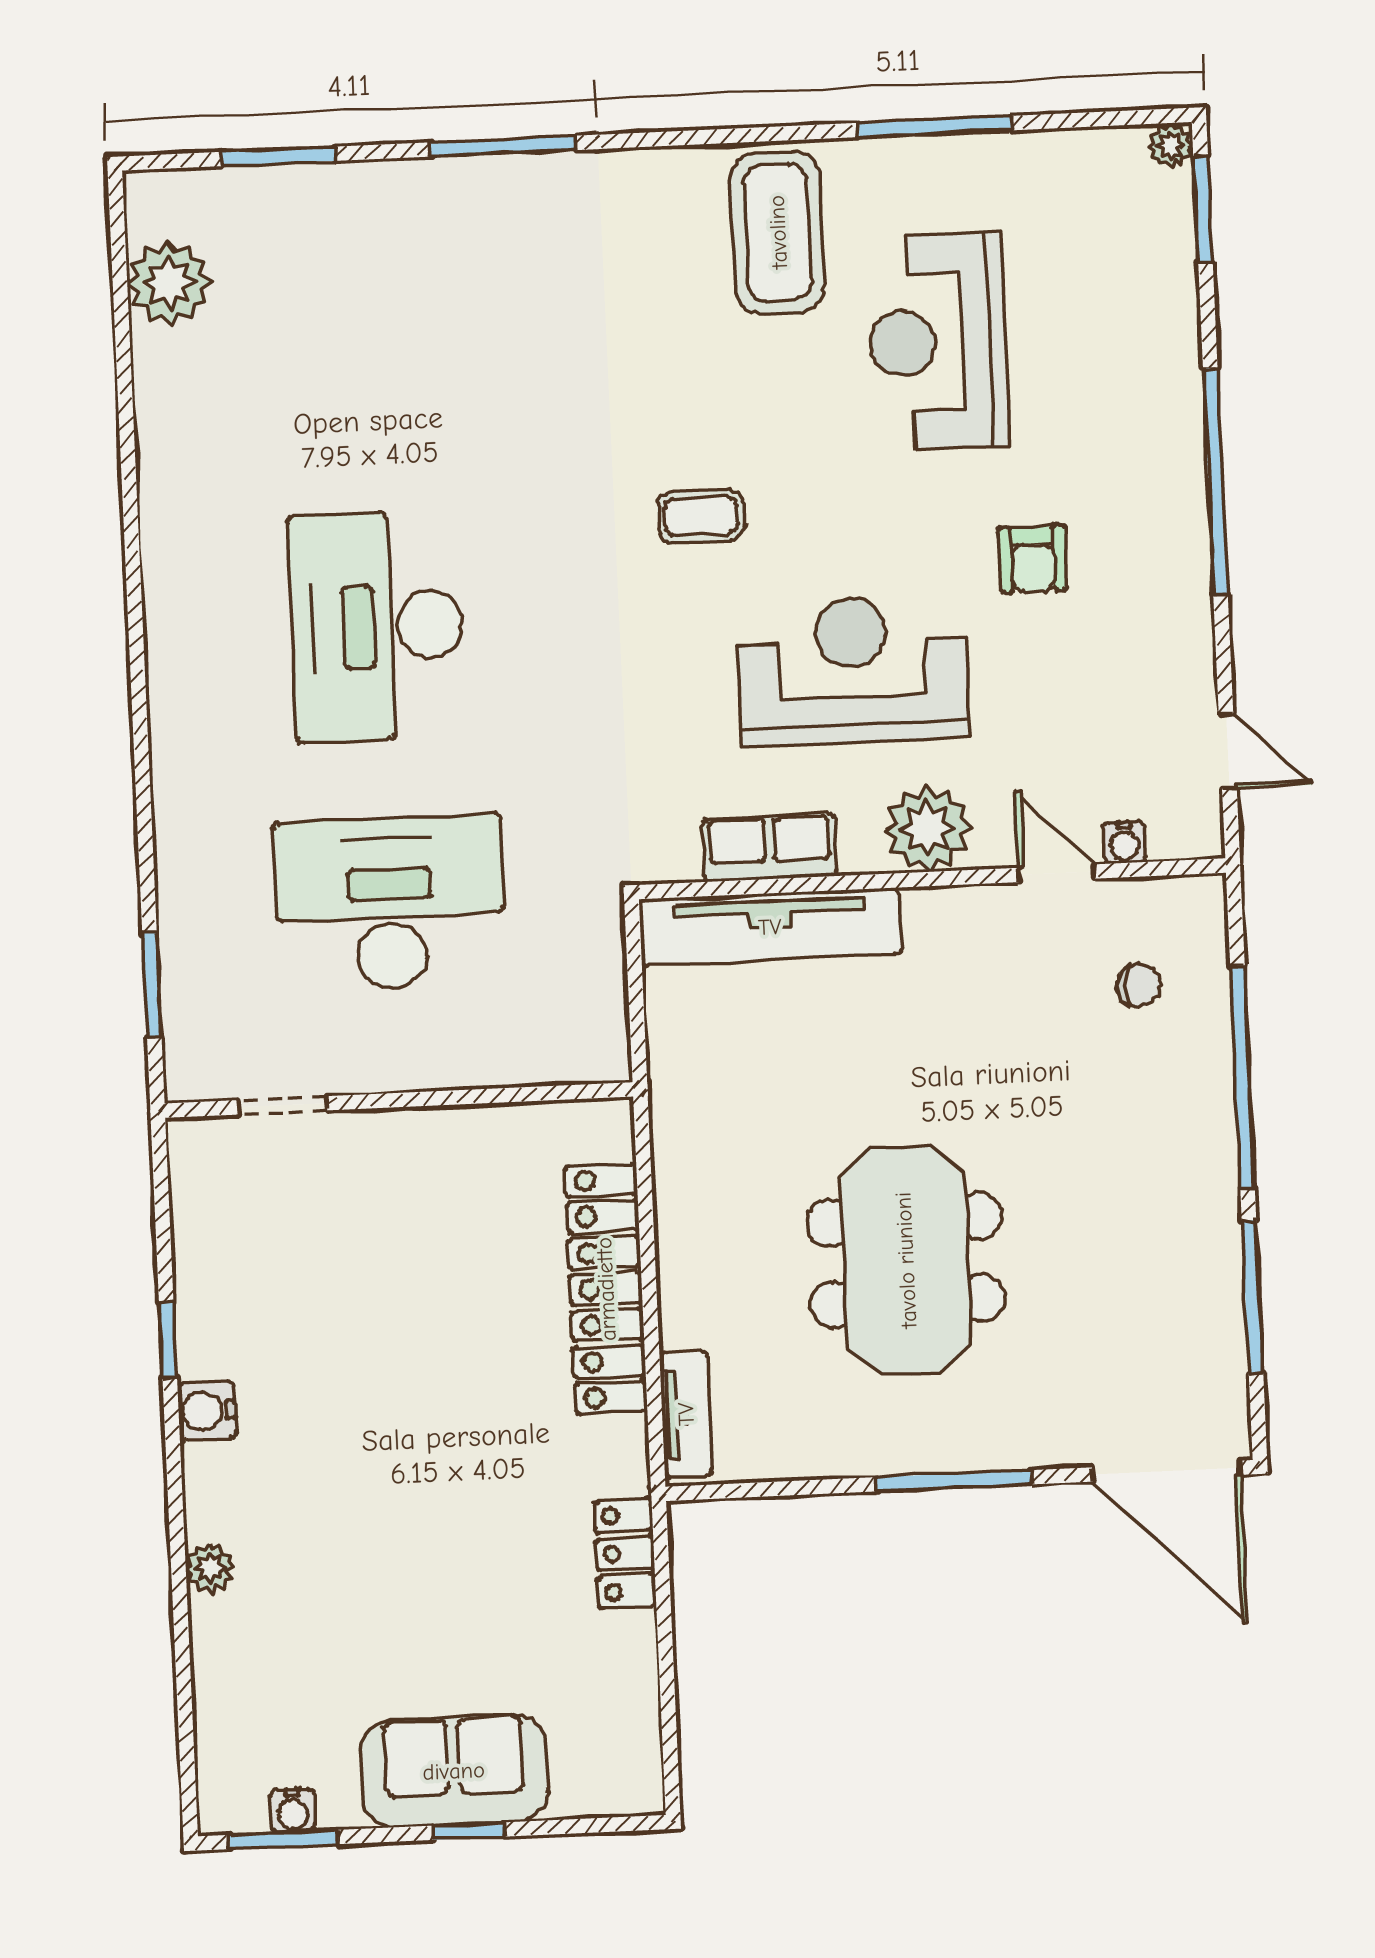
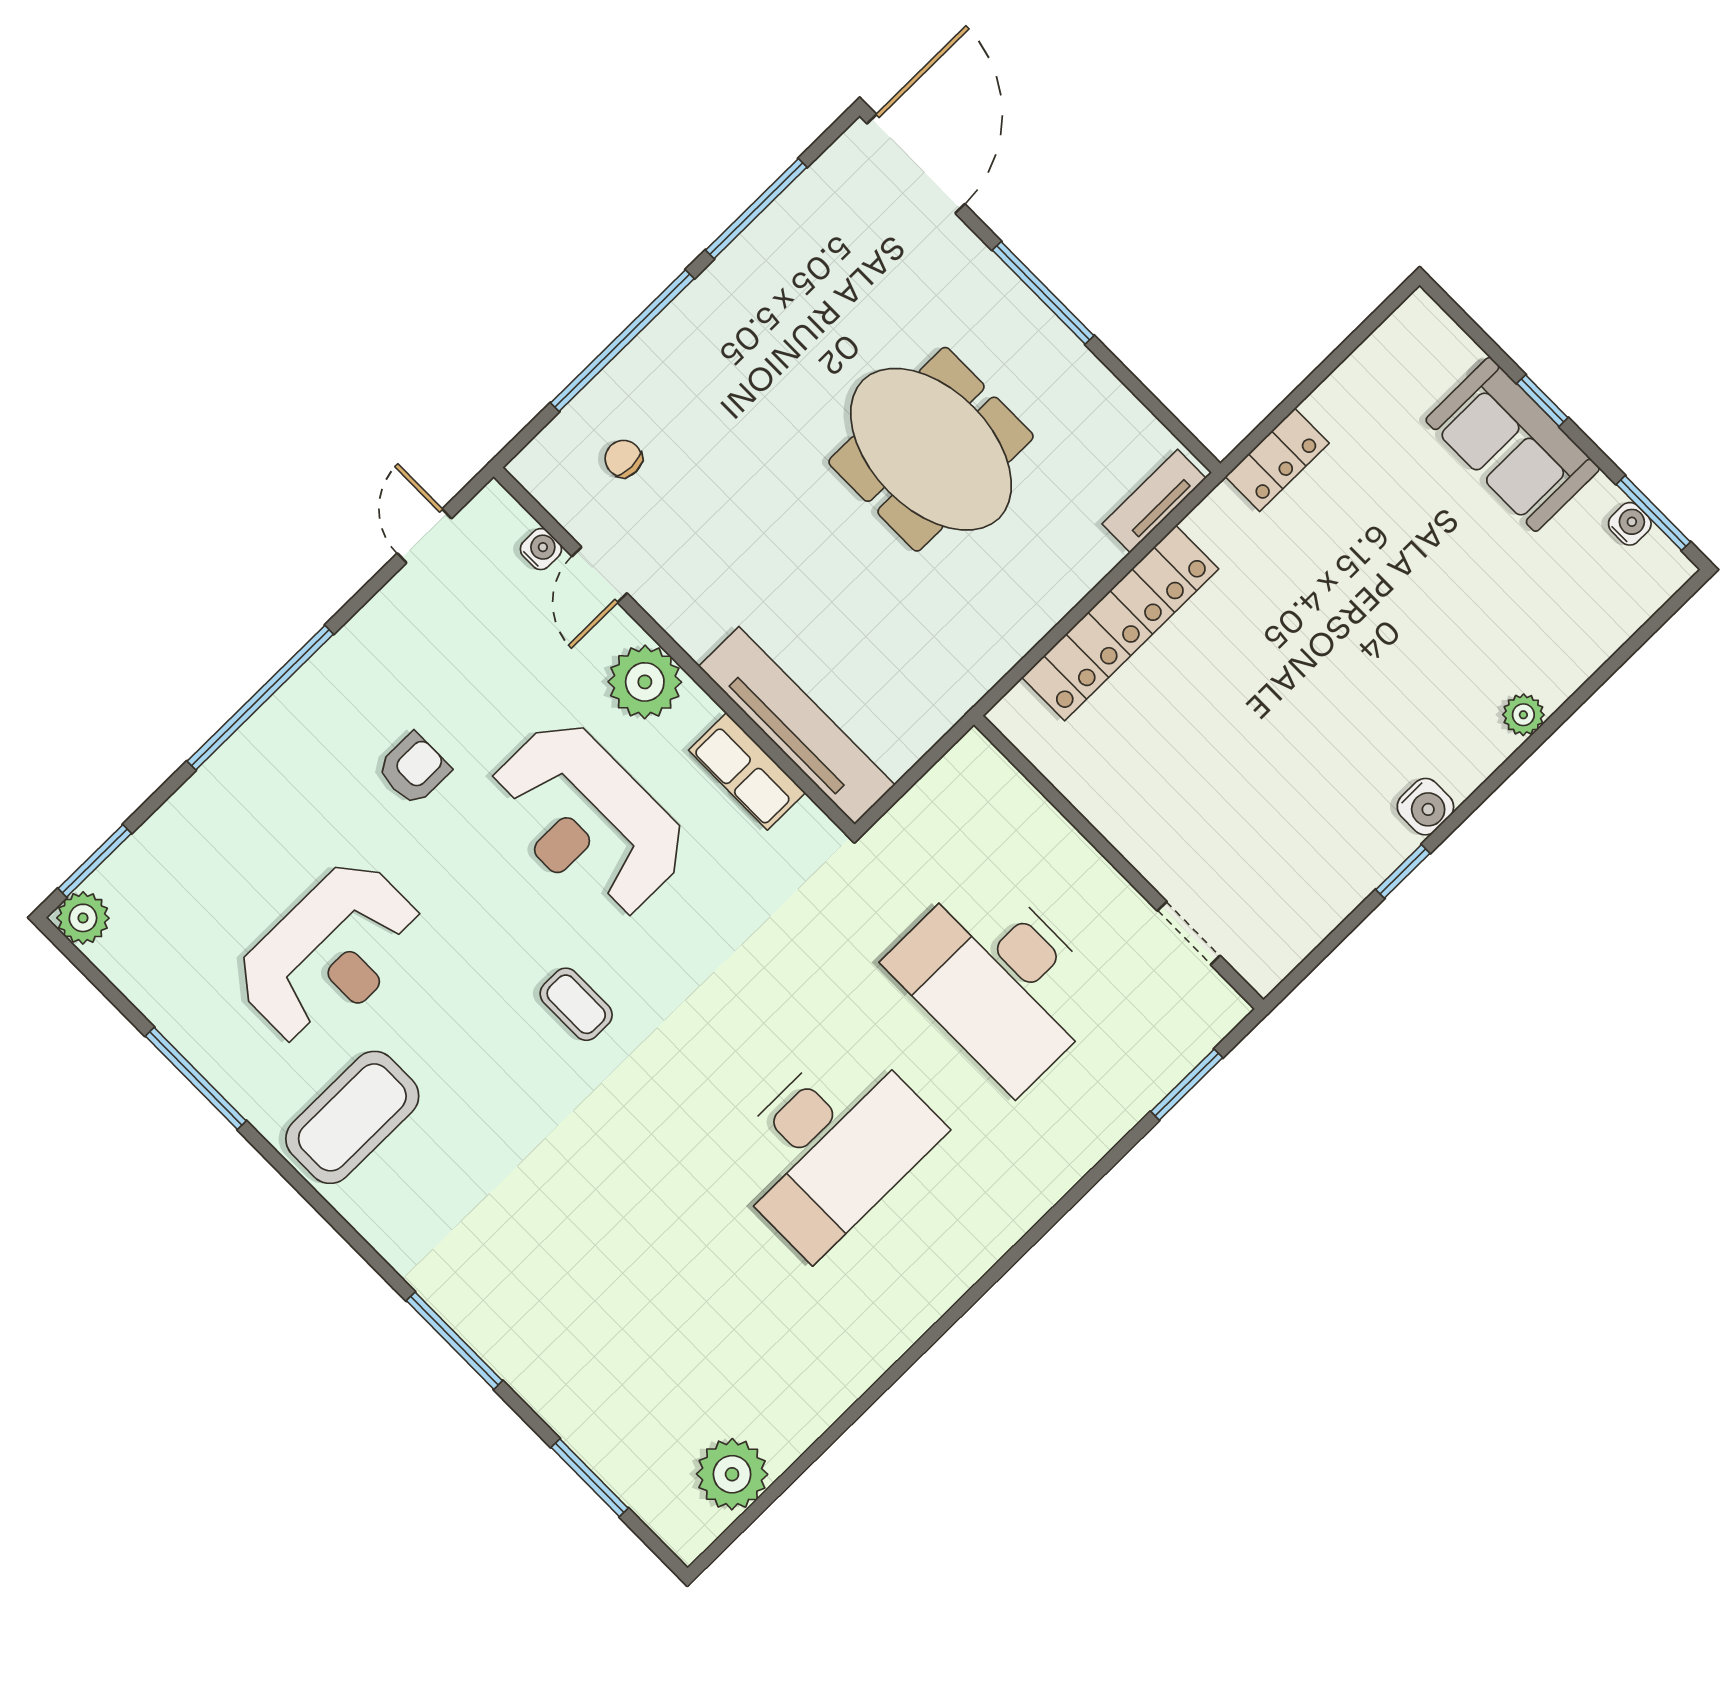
plant: (1171, 145) -> (83, 918), width x1.38, depth x1.38
meeting table: (906, 1260) -> (931, 449), turned 90

